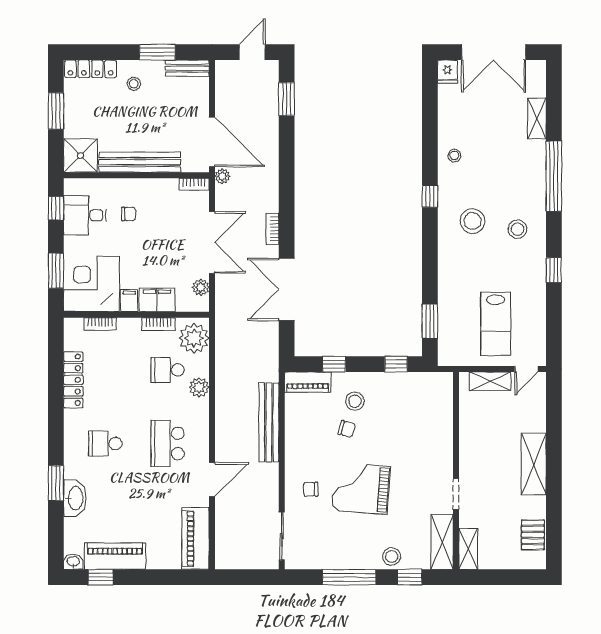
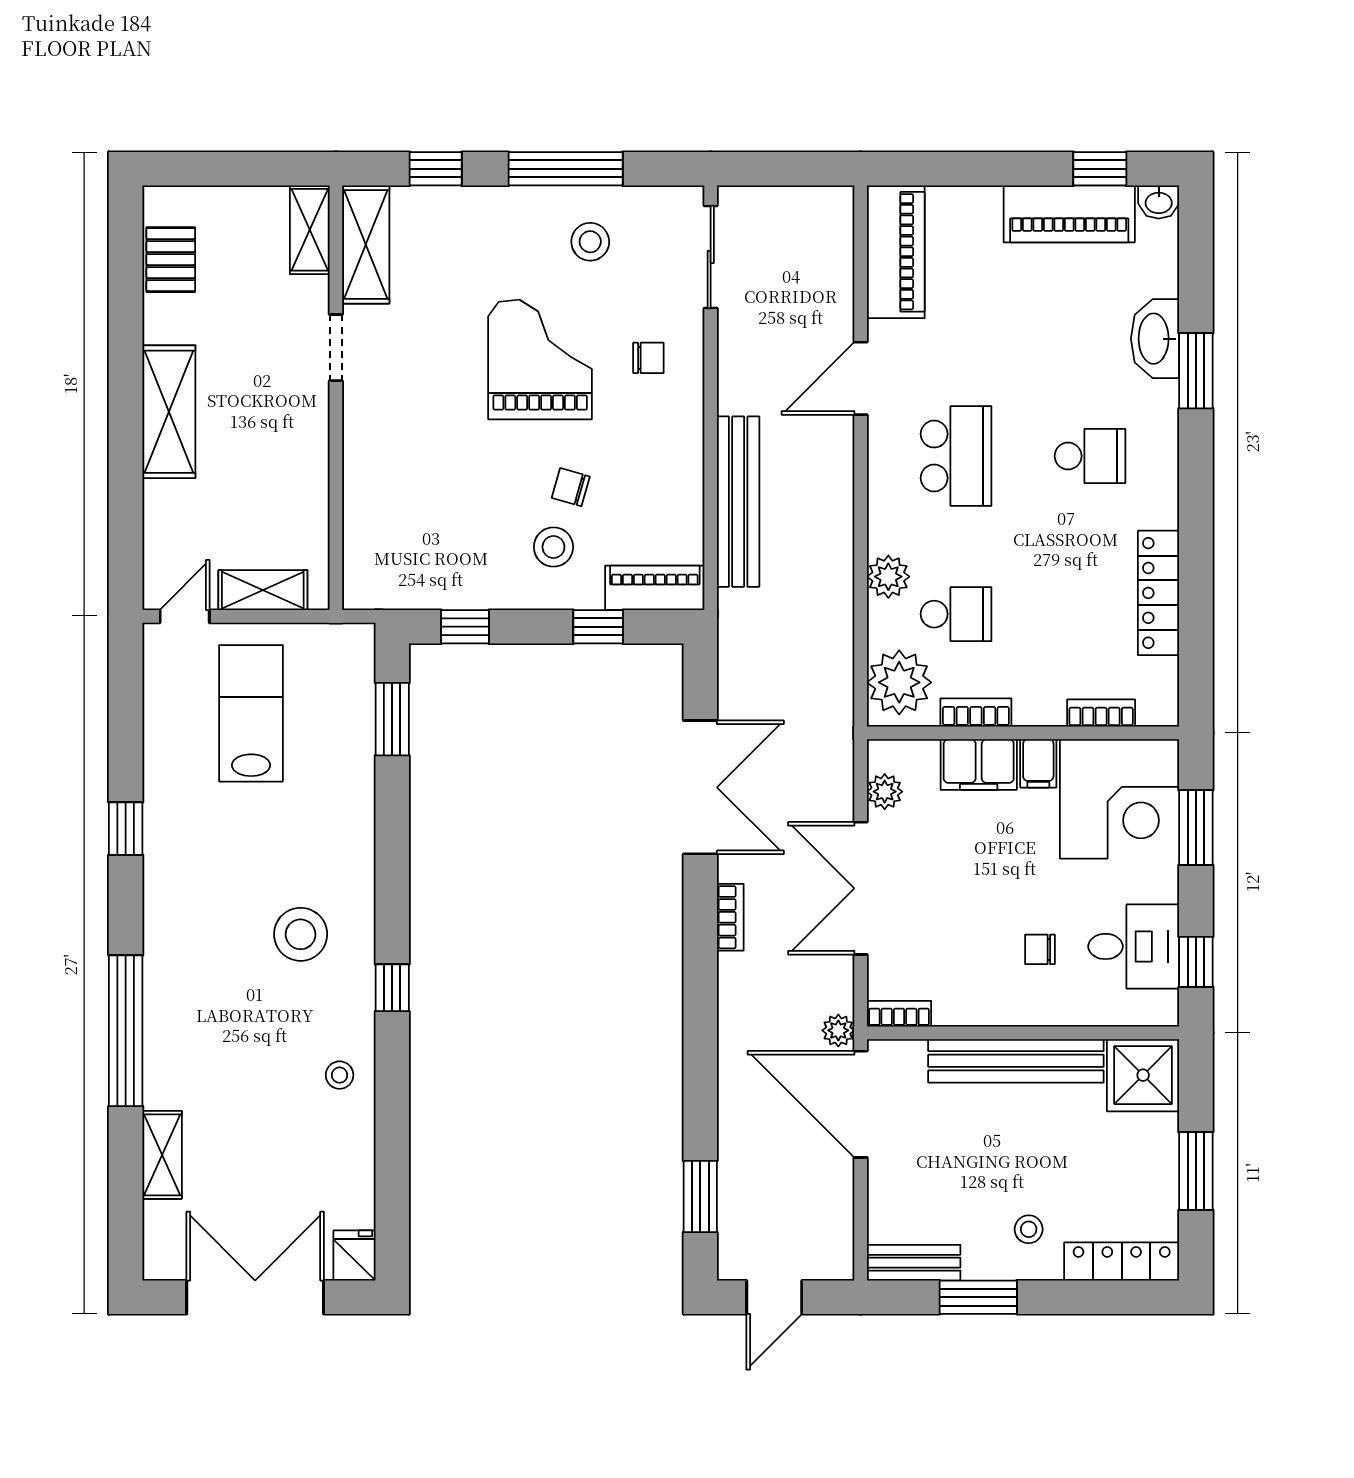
stool: (518, 229) -> (204, 917), removed
grand piano: (361, 488) -> (540, 359), turned -94
stool: (392, 557) -> (590, 242), moved

